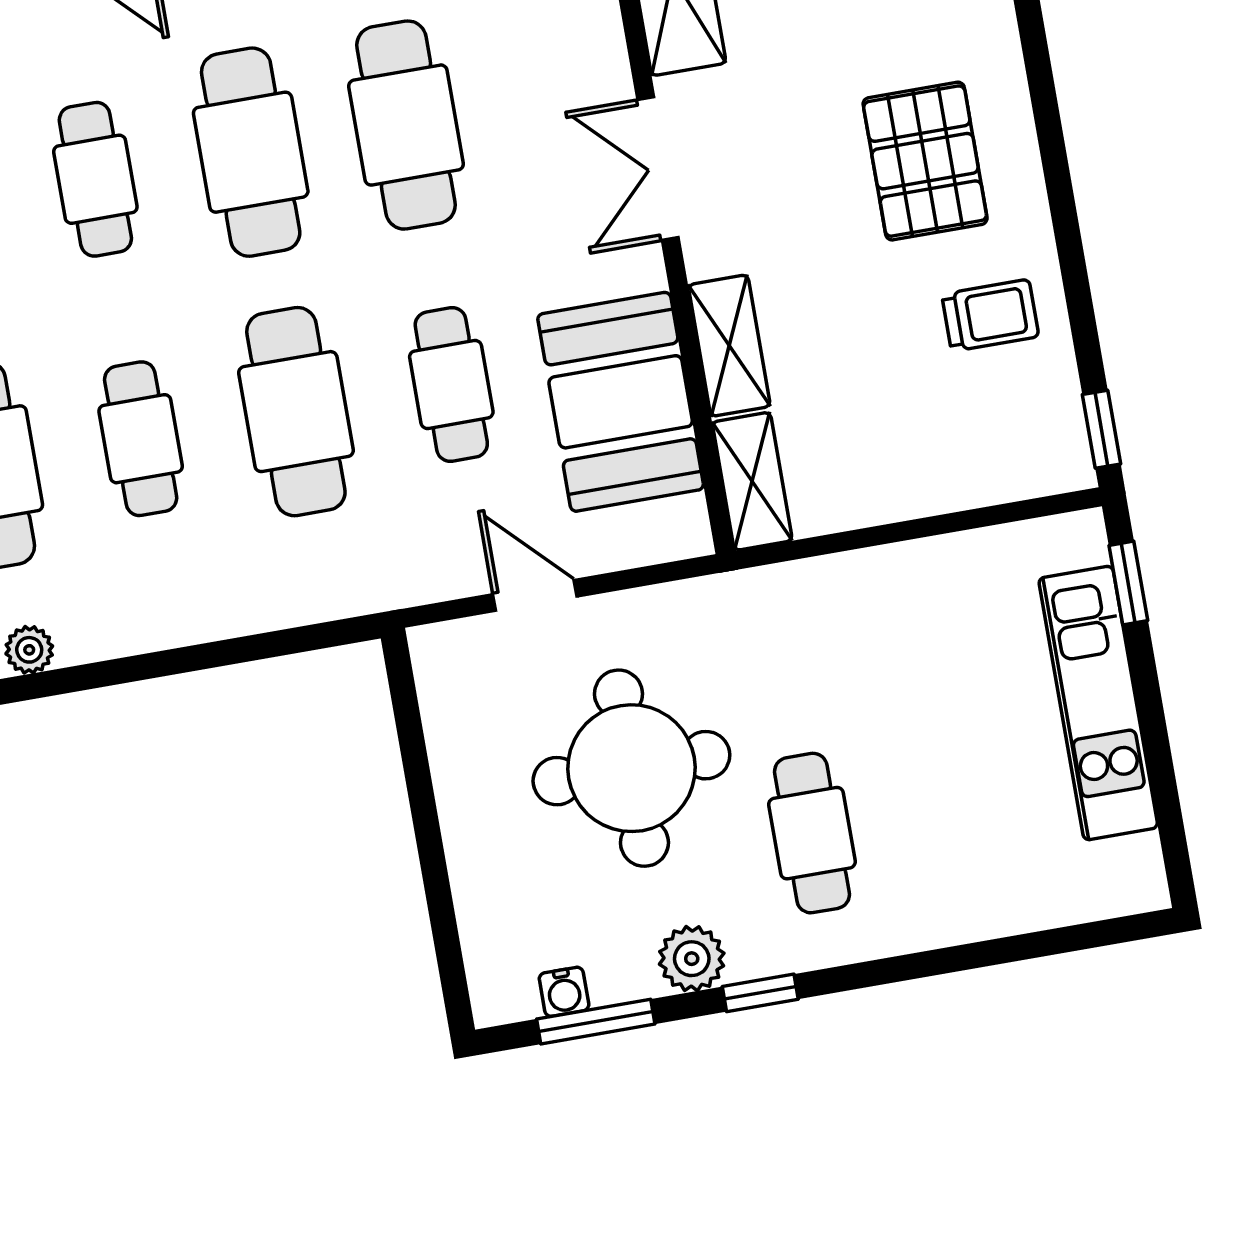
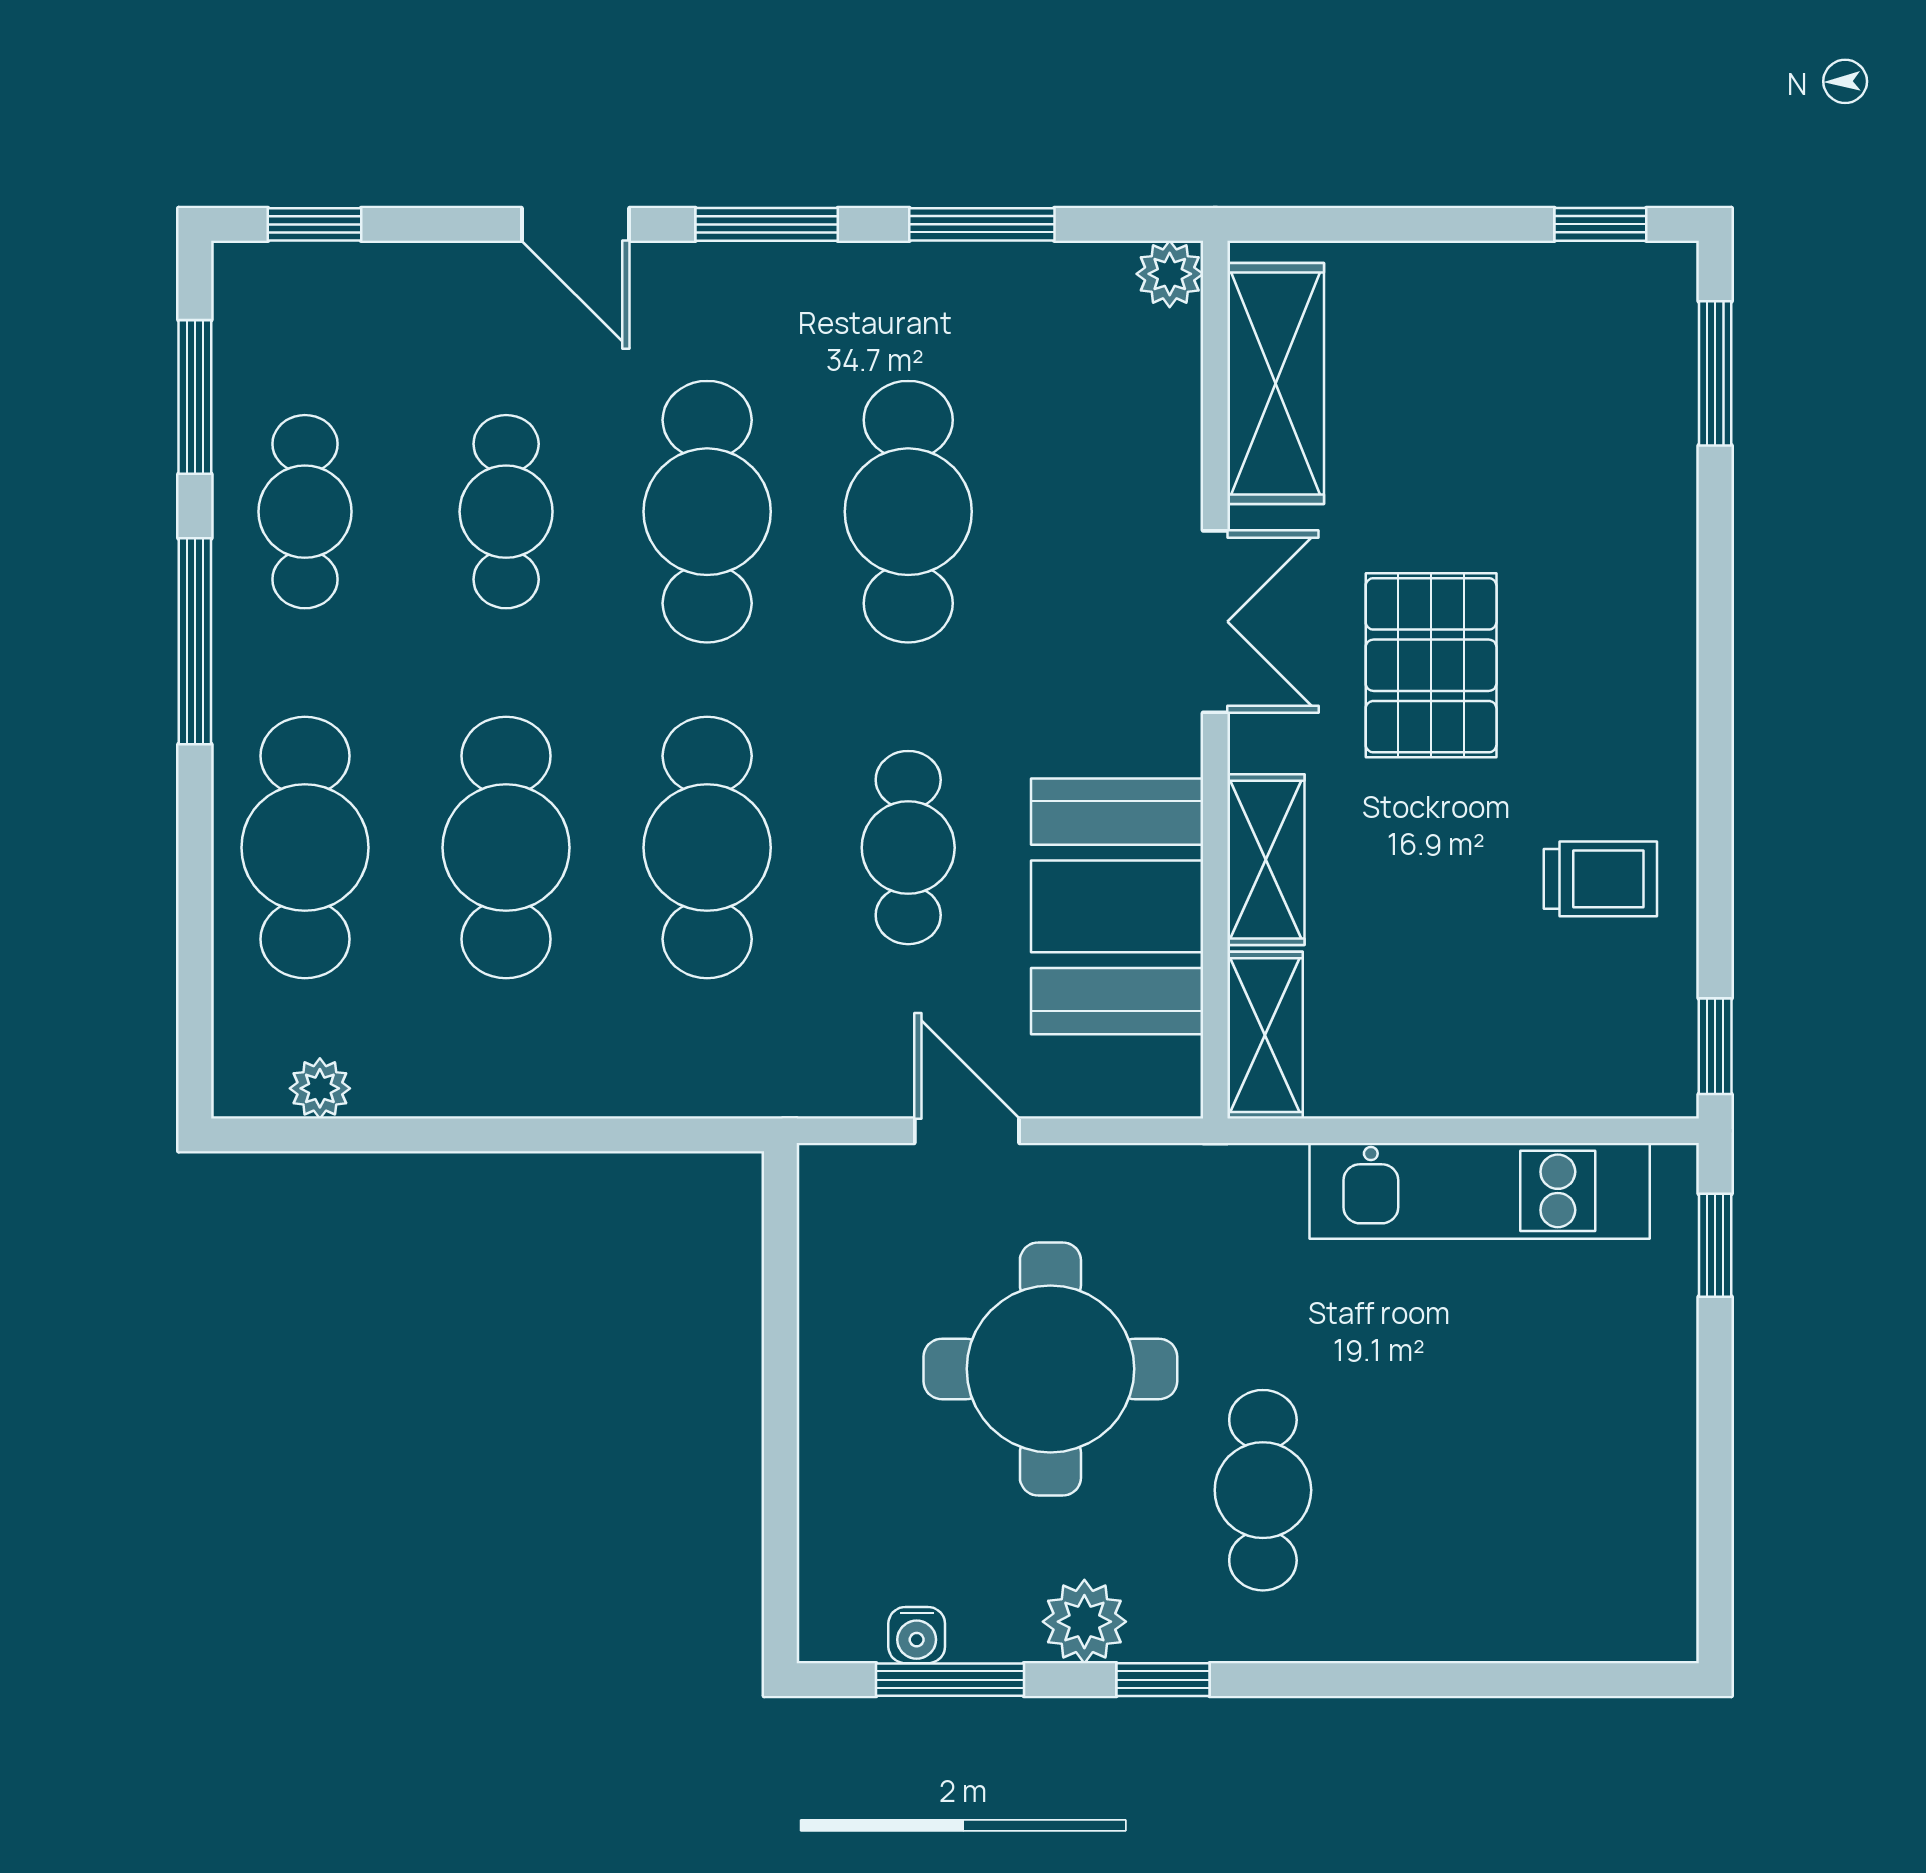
pallet: (925, 161) -> (1431, 665), moved
double door: (658, 169) -> (1215, 622), swing flipped
cafe table: (141, 439) -> (506, 848), width x1.37, depth x1.35
kitchen unit: (1098, 703) -> (1480, 1191), moved, turned -90

